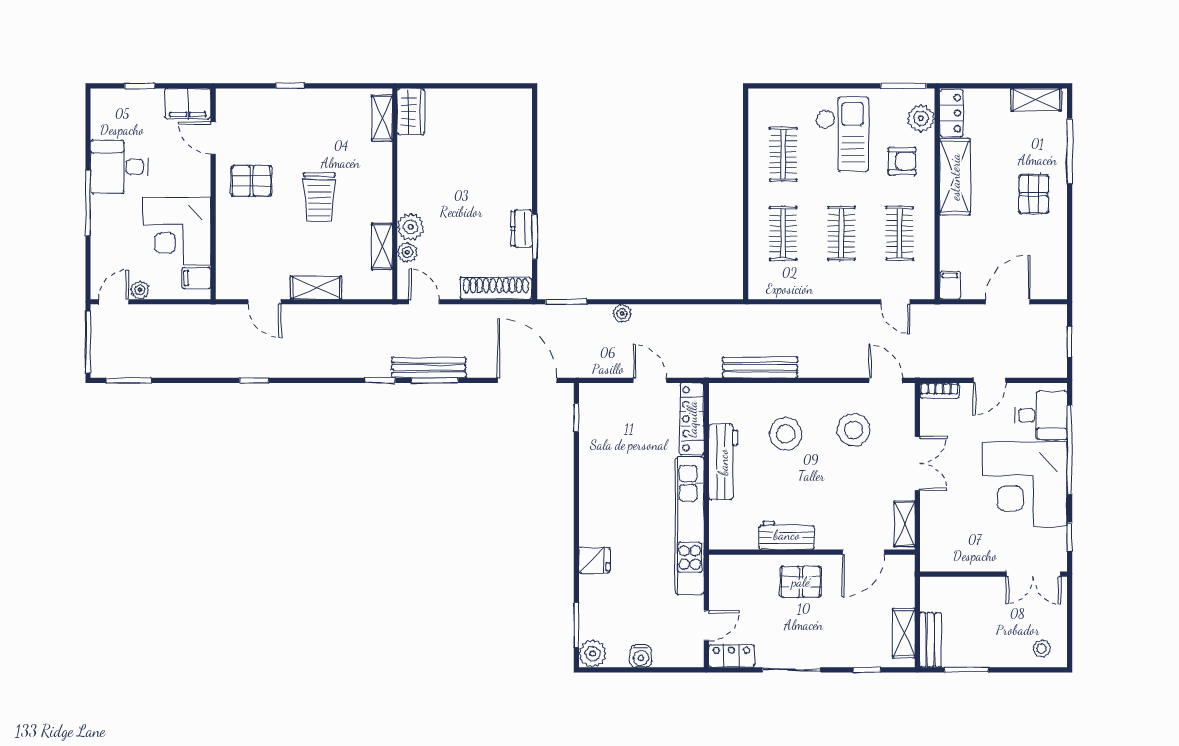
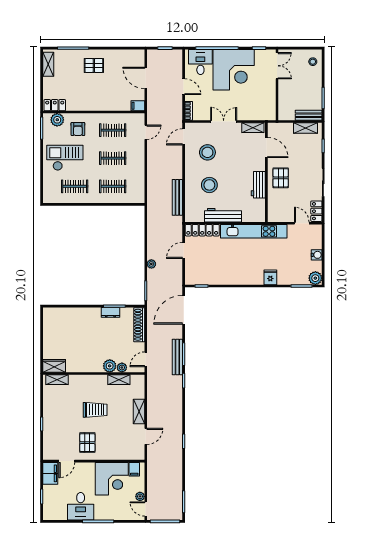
armchair: (902, 161) -> (78, 129), turned 180
shelving: (955, 177) -> (85, 104), removed

